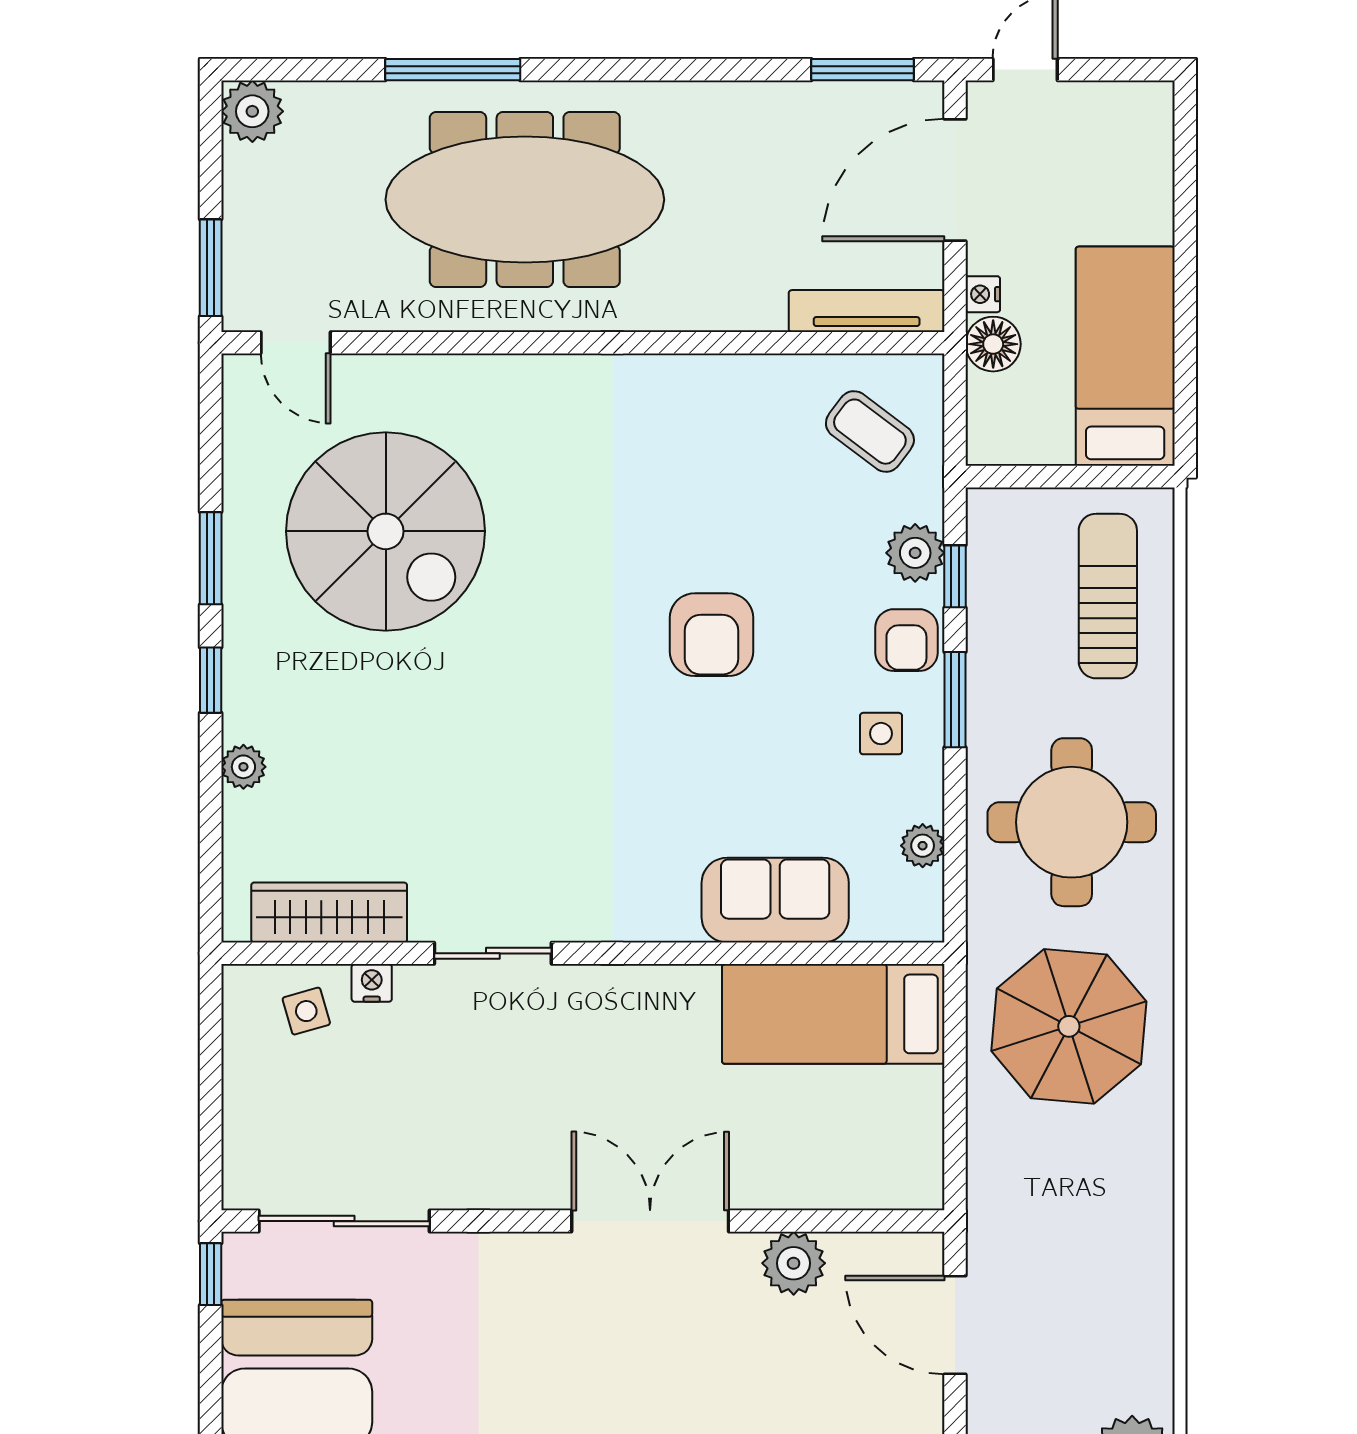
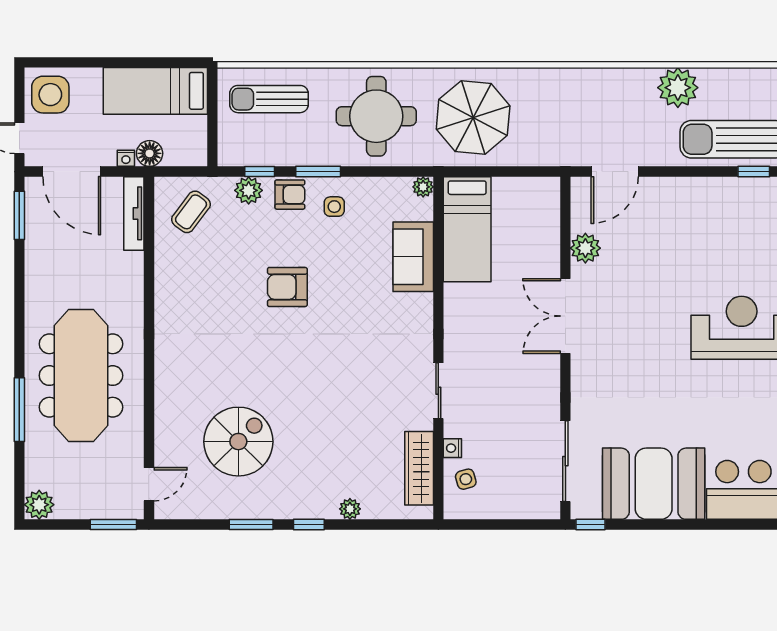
side table: (1117, 135) -> (50, 95), added
spiral stairs: (386, 531) -> (238, 442), width x0.73, depth x0.73
armchair: (712, 635) -> (287, 287), turned 180
plant: (923, 846) -> (423, 187), moved

